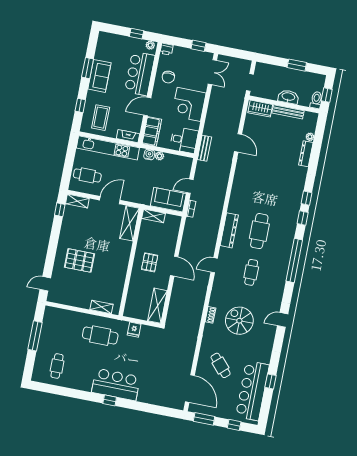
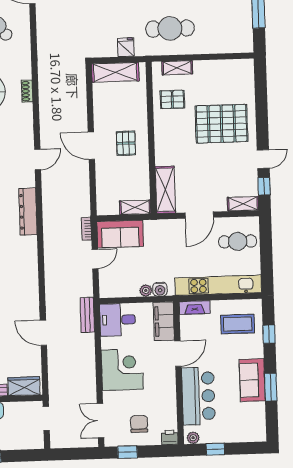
chair: (168, 77) -> (139, 424), moved
coffee table: (101, 118) -> (238, 324), turned 90
pallet: (79, 260) -> (222, 124), width x1.37, depth x1.41
door: (45, 284) -> (263, 159), moved
pallet: (110, 286) -> (172, 99), added
shelving: (157, 306) -> (115, 72), moved, turned 90

